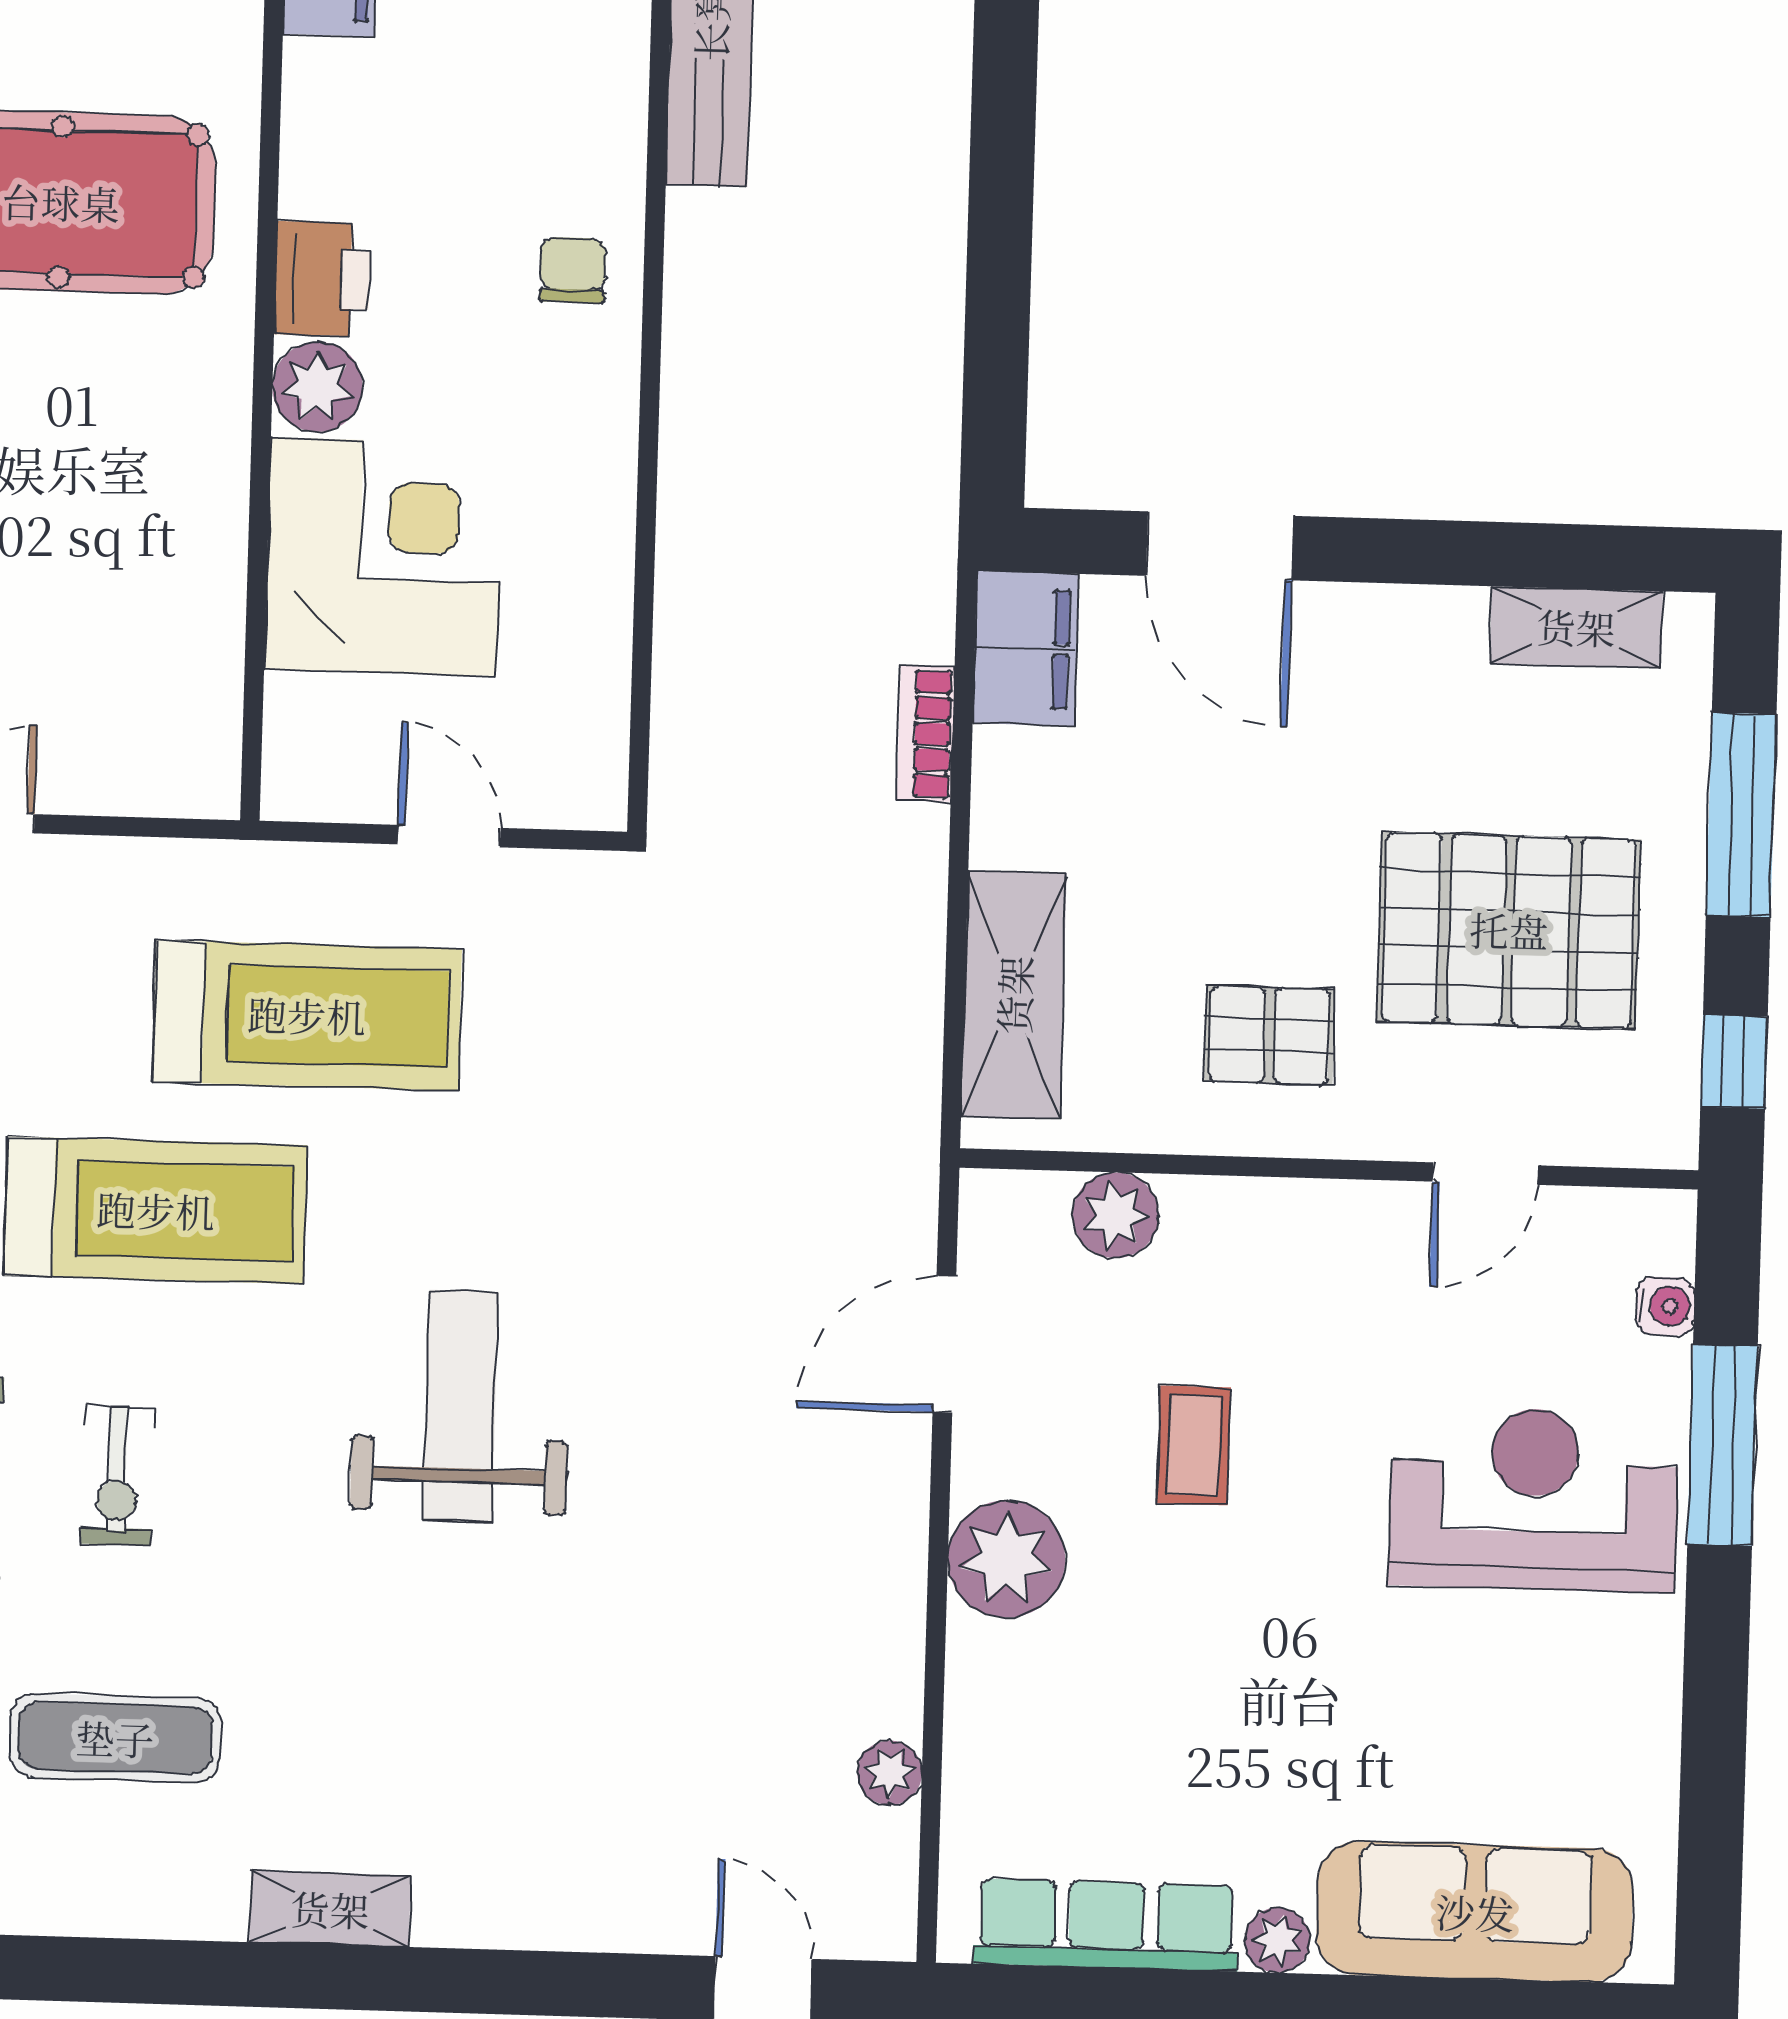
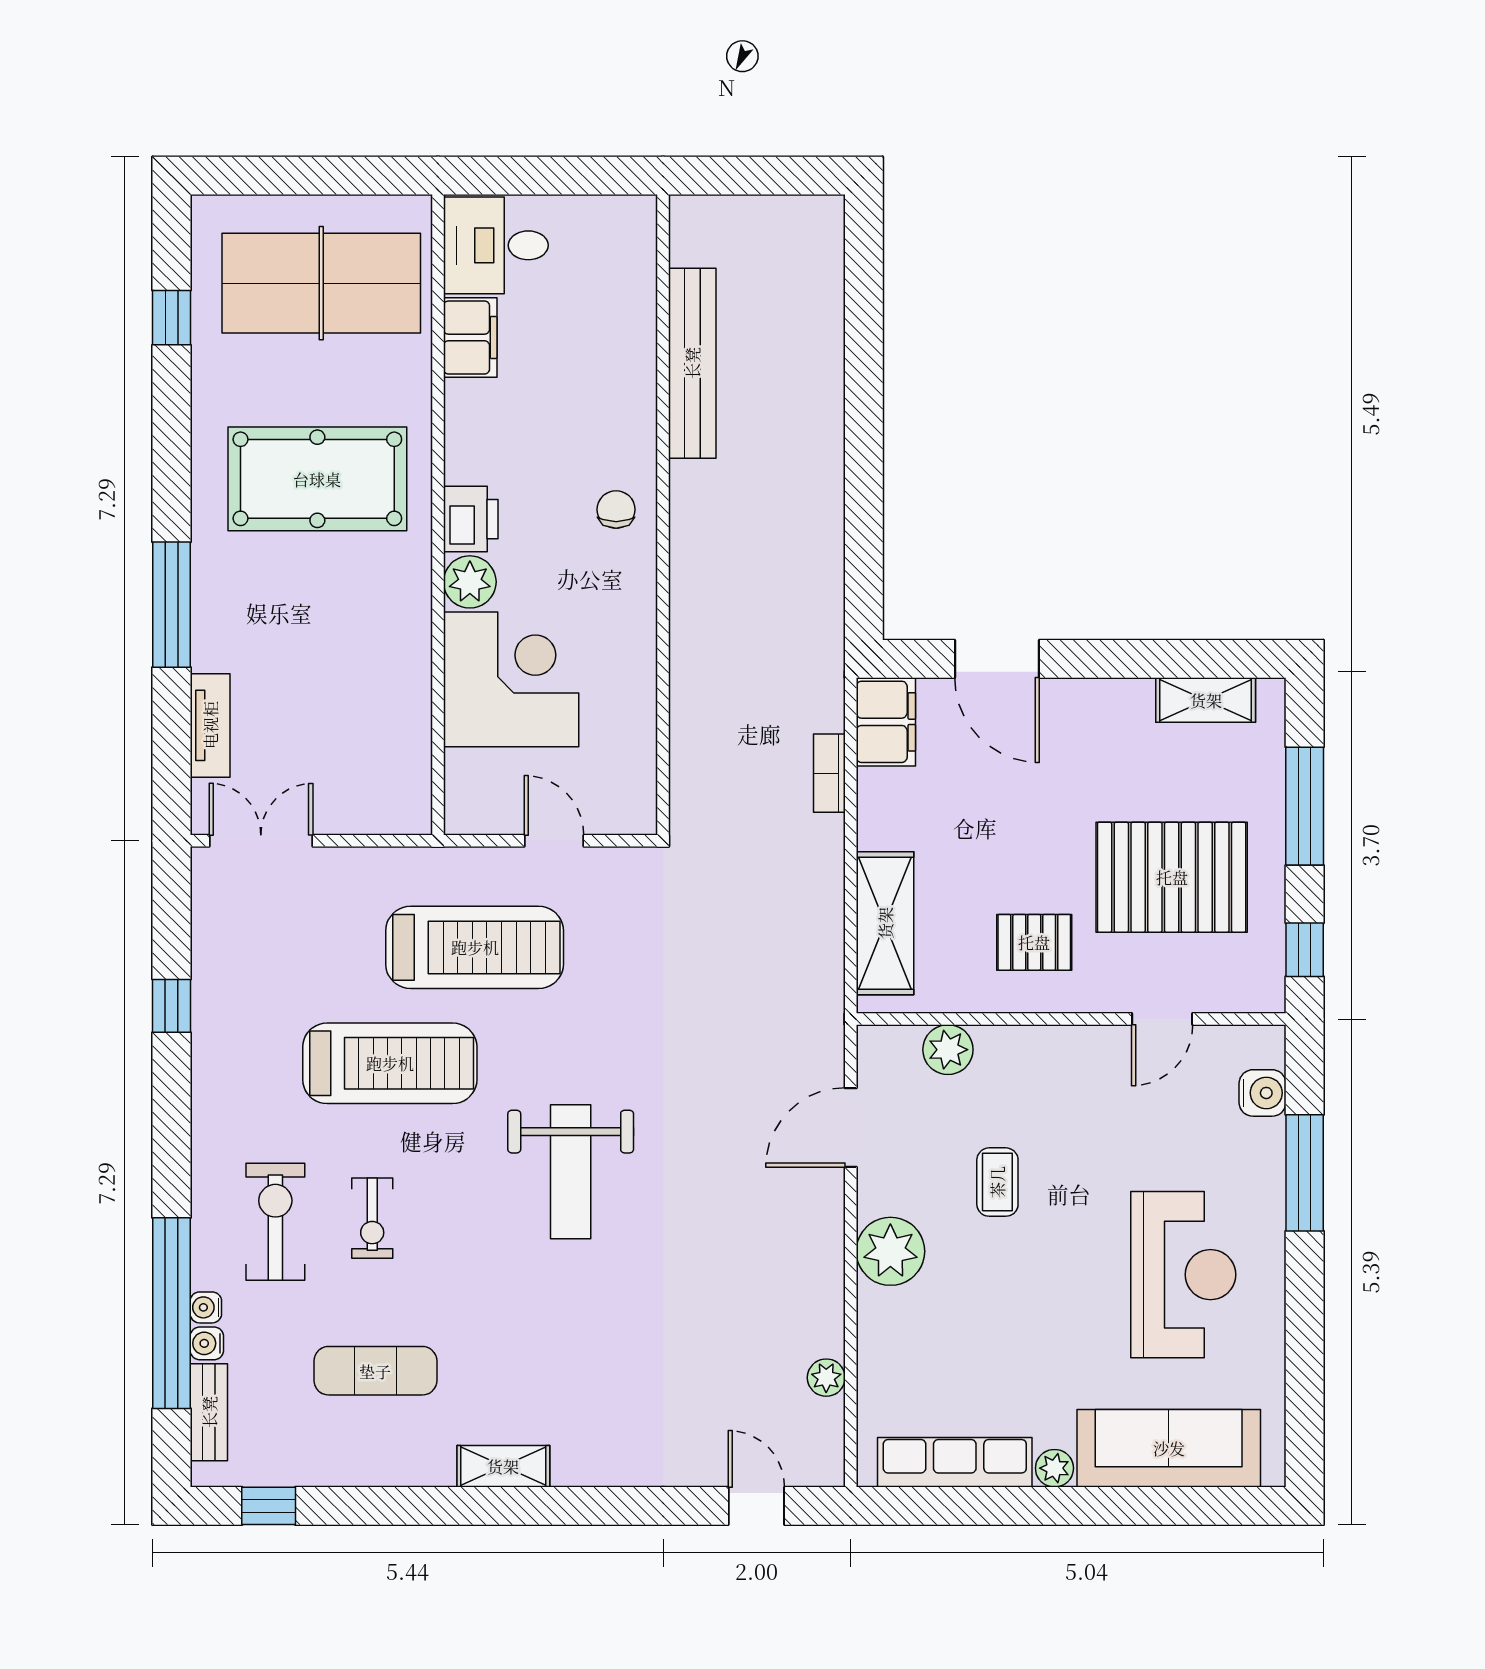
water cooler: (1665, 1306) -> (1263, 1093), width x1.38, depth x1.38
weight bench: (461, 1406) -> (571, 1172), turned 180
reception desk: (1534, 1499) -> (1183, 1275), moved, turned 90

